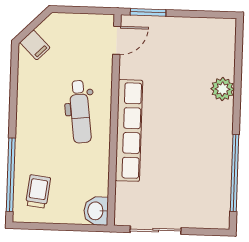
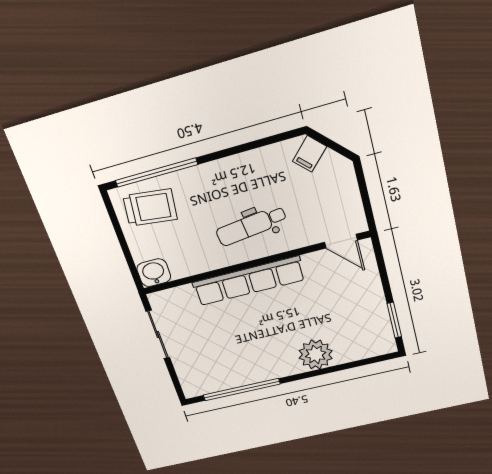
window: (148, 12) -> (394, 320), moved
plant: (222, 89) -> (316, 355), width x1.36, depth x1.36
trolley: (38, 191) -> (150, 208), width x1.36, depth x1.39

